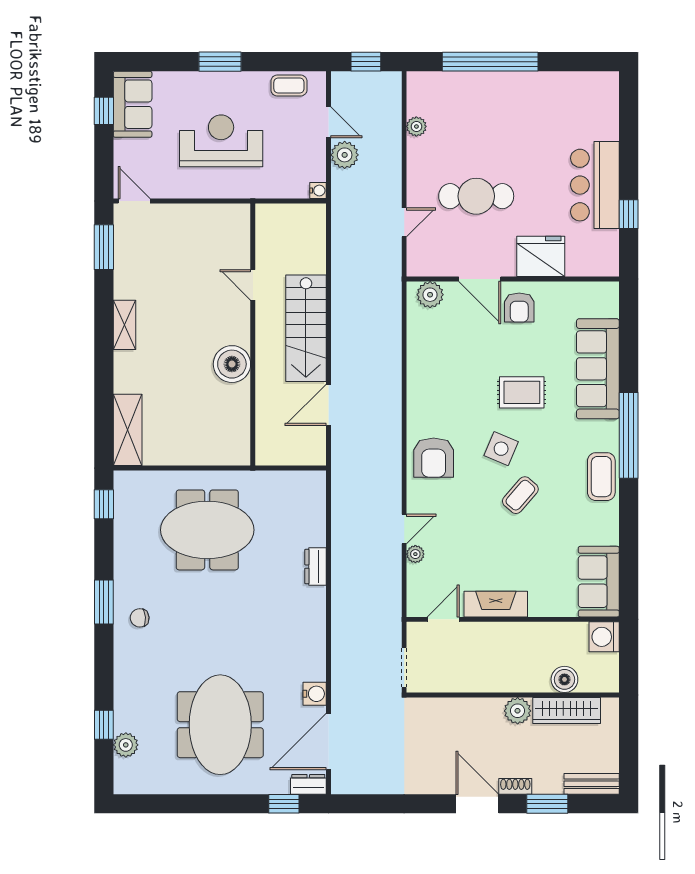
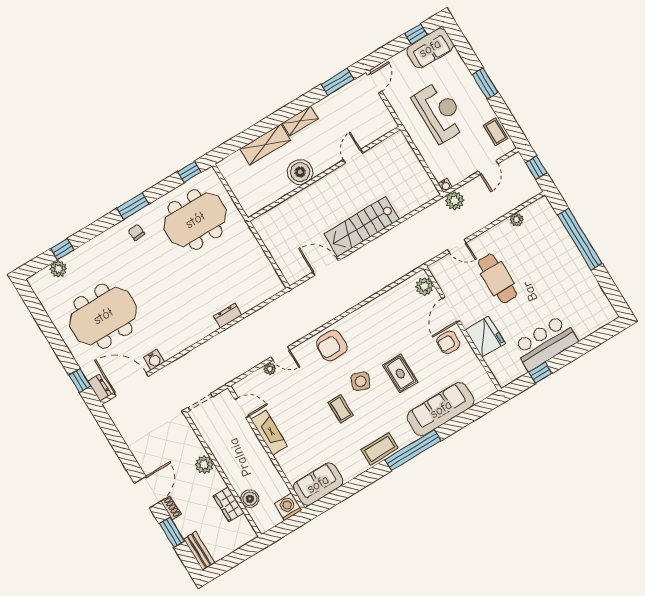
plant: (345, 155) -> (455, 201), moved
door: (253, 285) -> (353, 156), moved
wall: (253, 335) -> (324, 174), moved
boiler: (232, 364) -> (300, 172), moved
shelving: (128, 430) -> (265, 145), moved
coffee table: (520, 495) -> (341, 409), turned 49
meeting table: (207, 530) -> (195, 220), moved, turned 90
wardrobe: (567, 710) -> (229, 504), width x0.67
plant: (518, 711) -> (204, 465), moved

